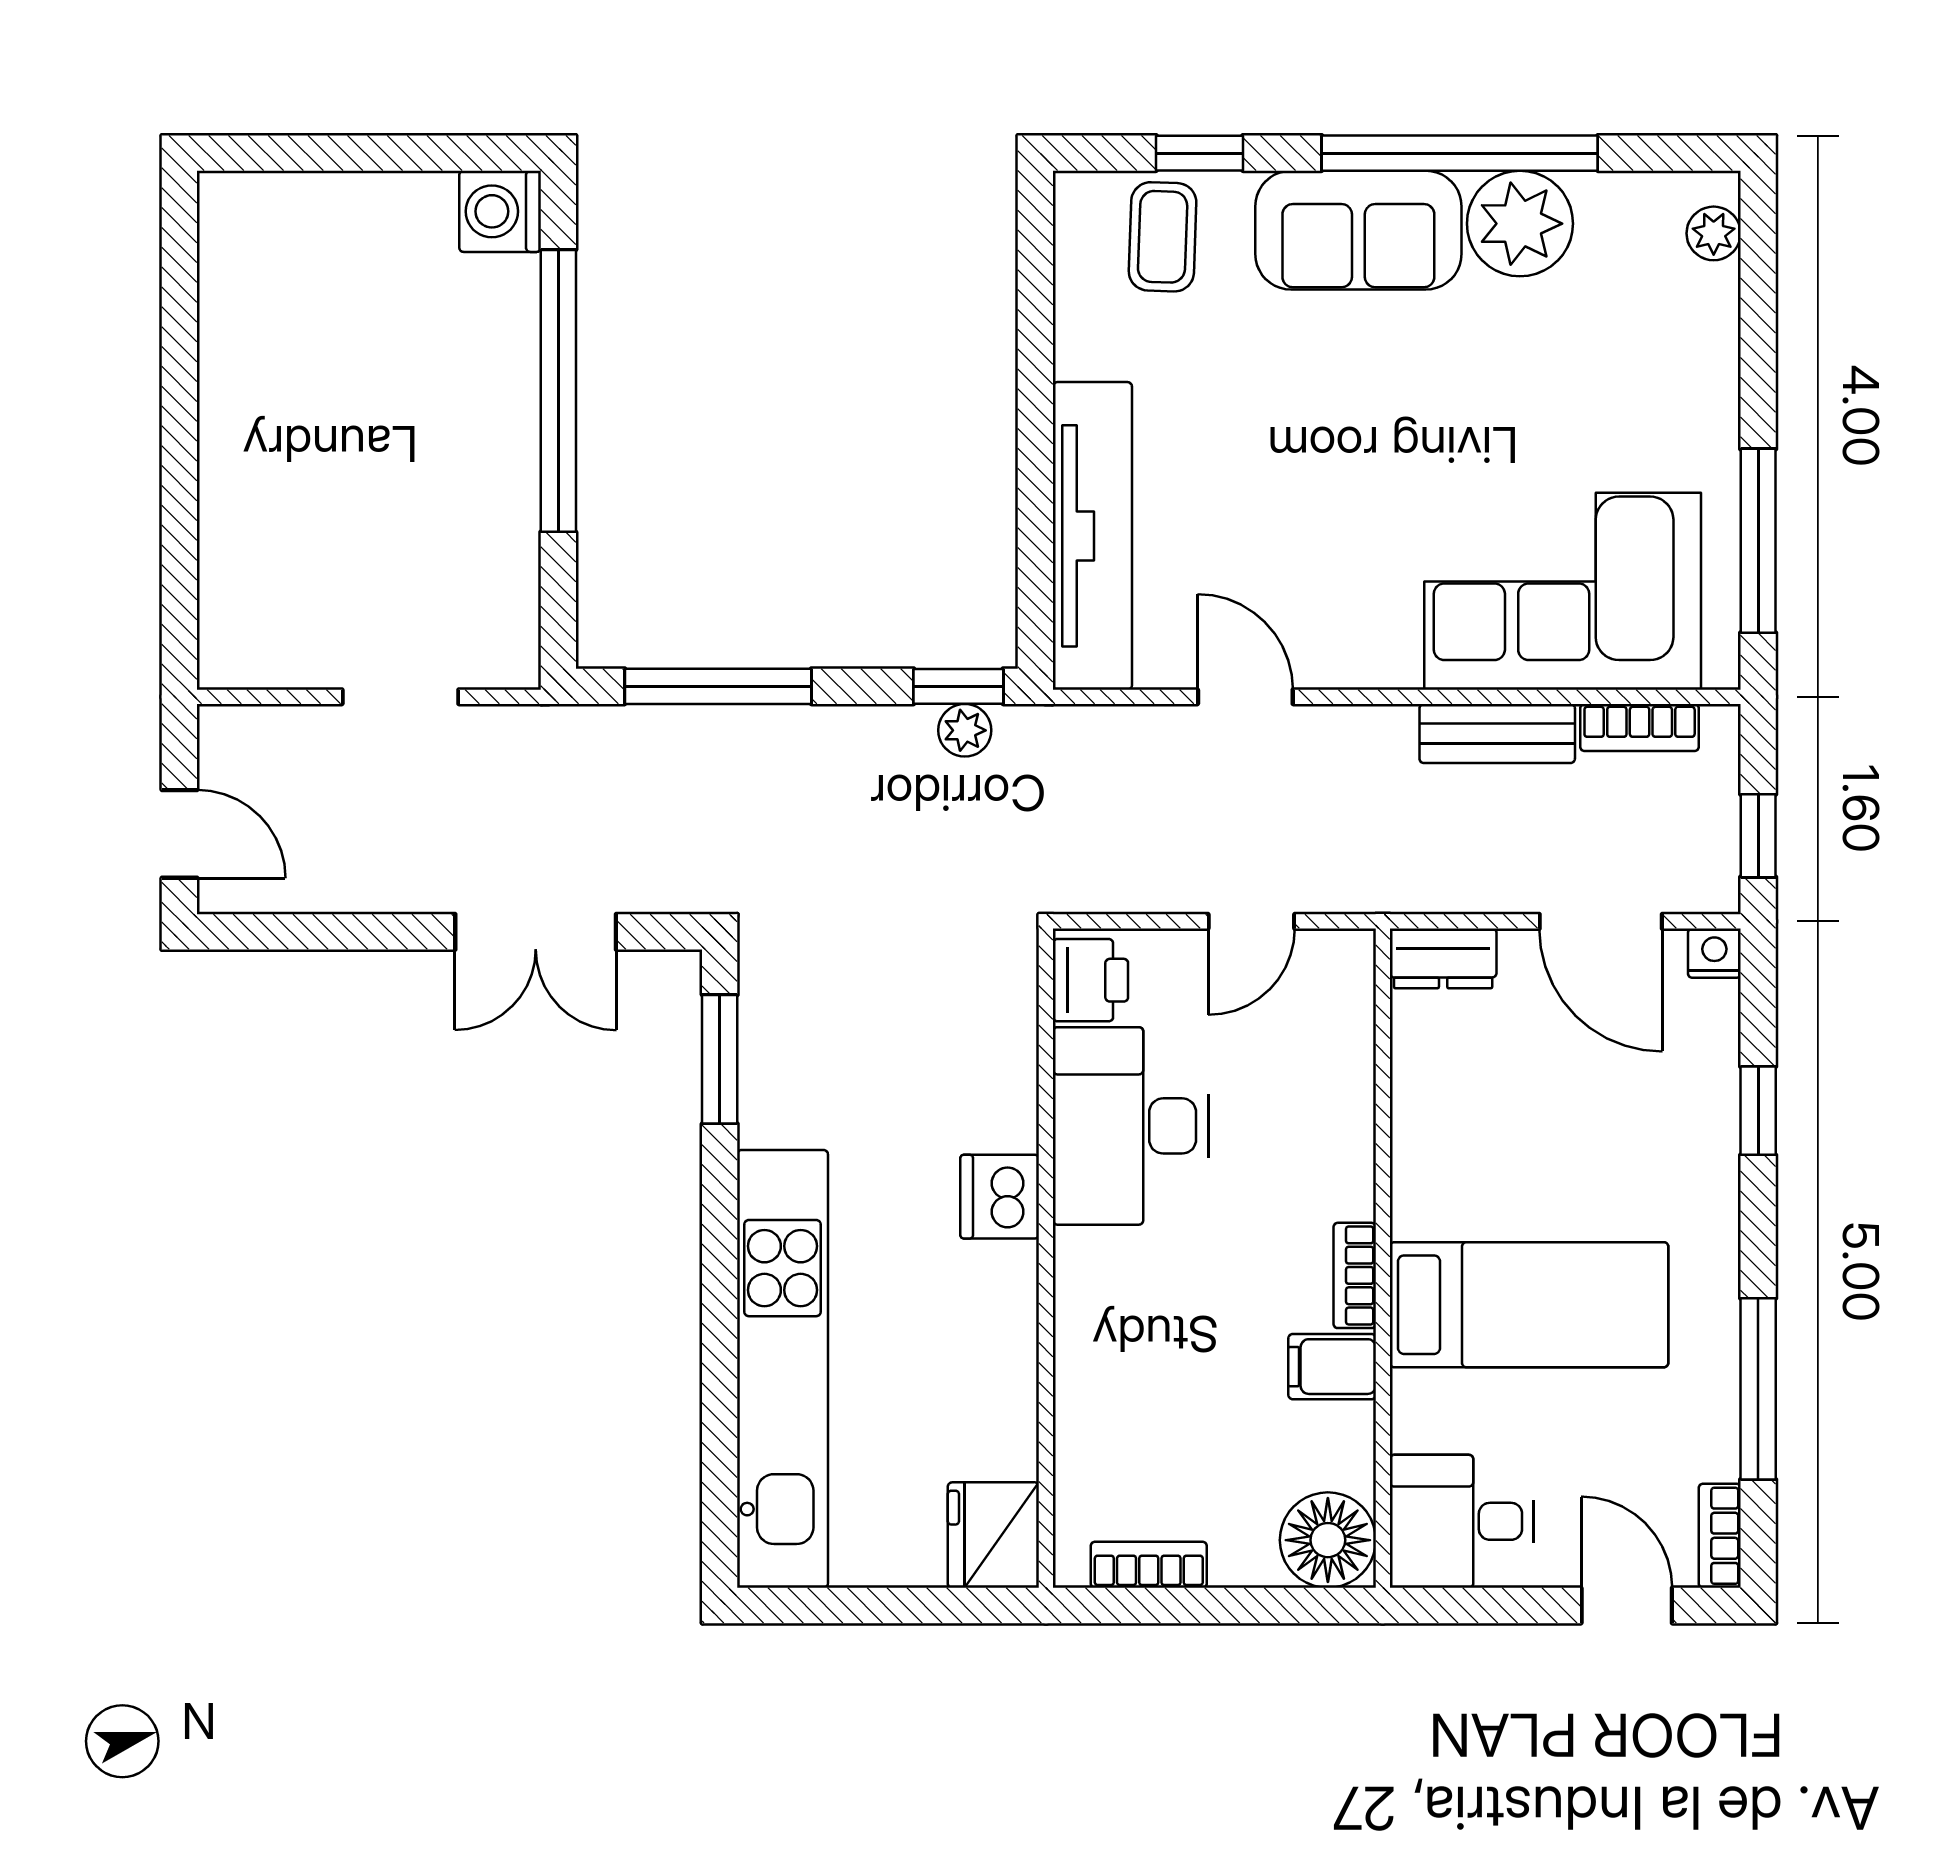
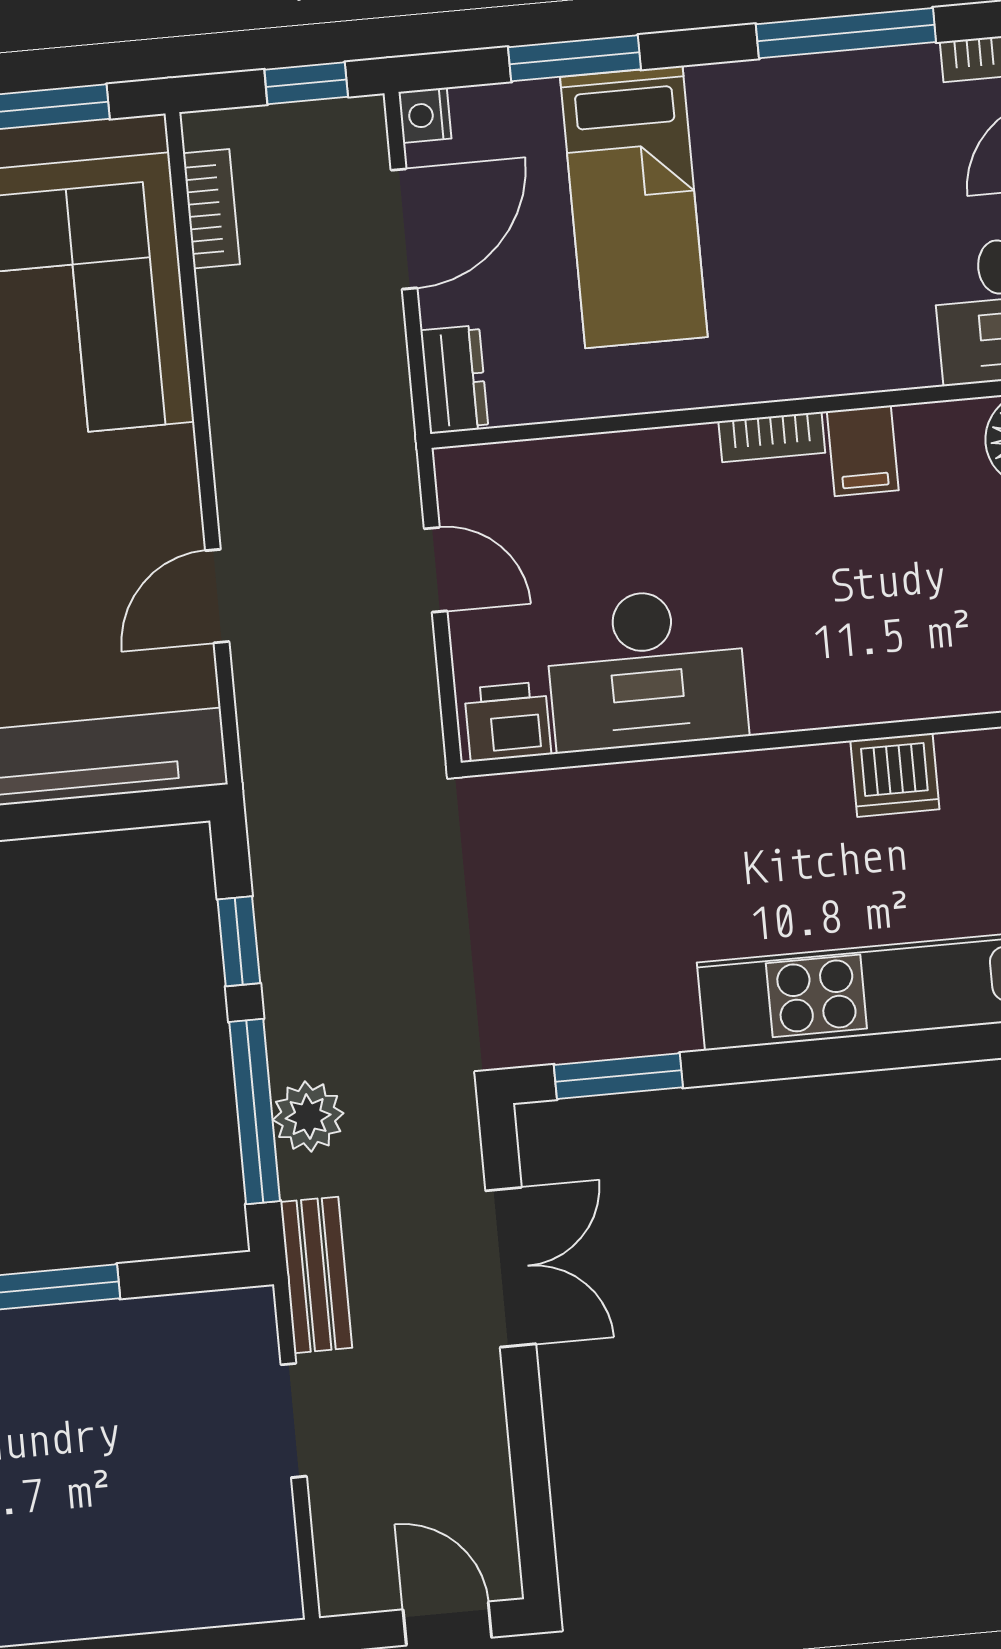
window: (958, 686) -> (239, 941), moved
plant: (965, 730) -> (308, 1117), moved, width x1.38, depth x1.38
bench: (1497, 733) -> (316, 1275), moved
door: (179, 834) -> (447, 1624), hinge flipped
window: (1758, 1111) -> (575, 58), width x1.50
dishwasher: (1000, 1197) -> (895, 775), moved
bed: (1529, 1305) -> (634, 207), moved, turned 180

